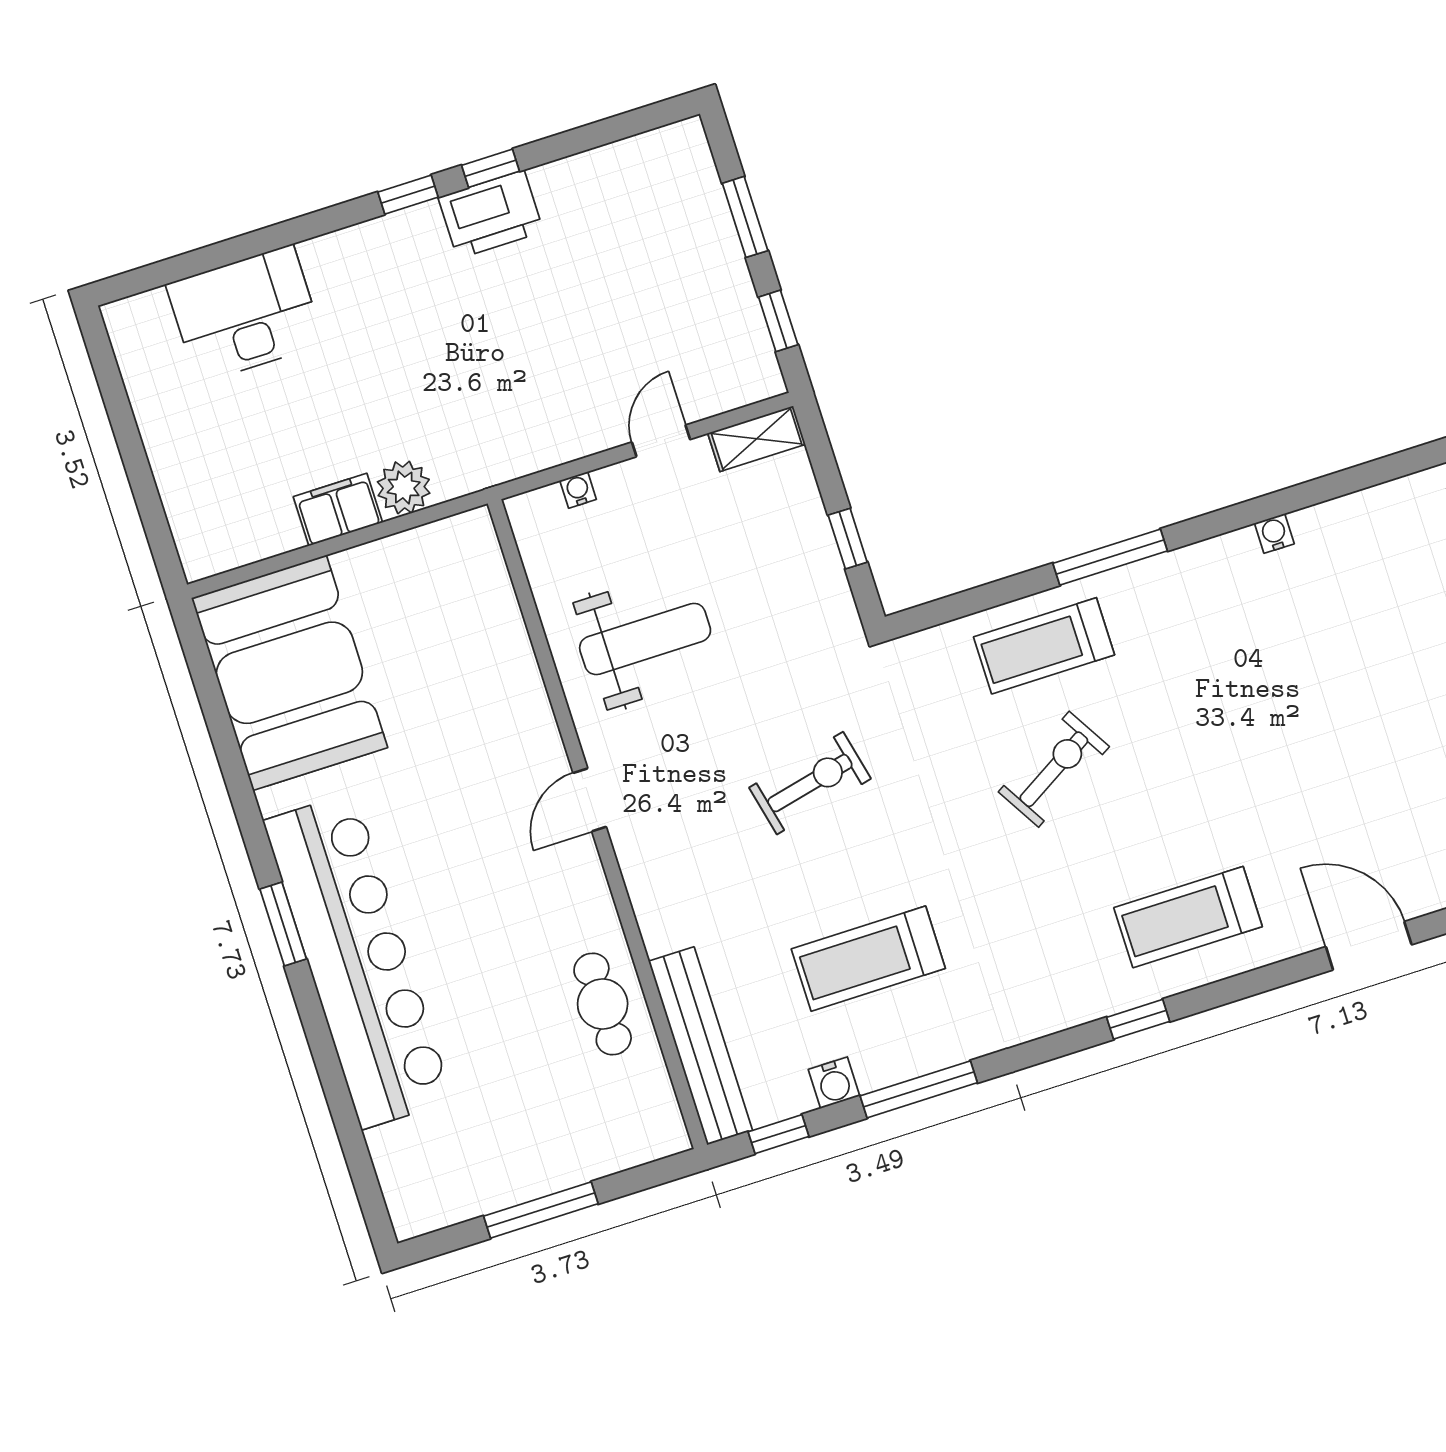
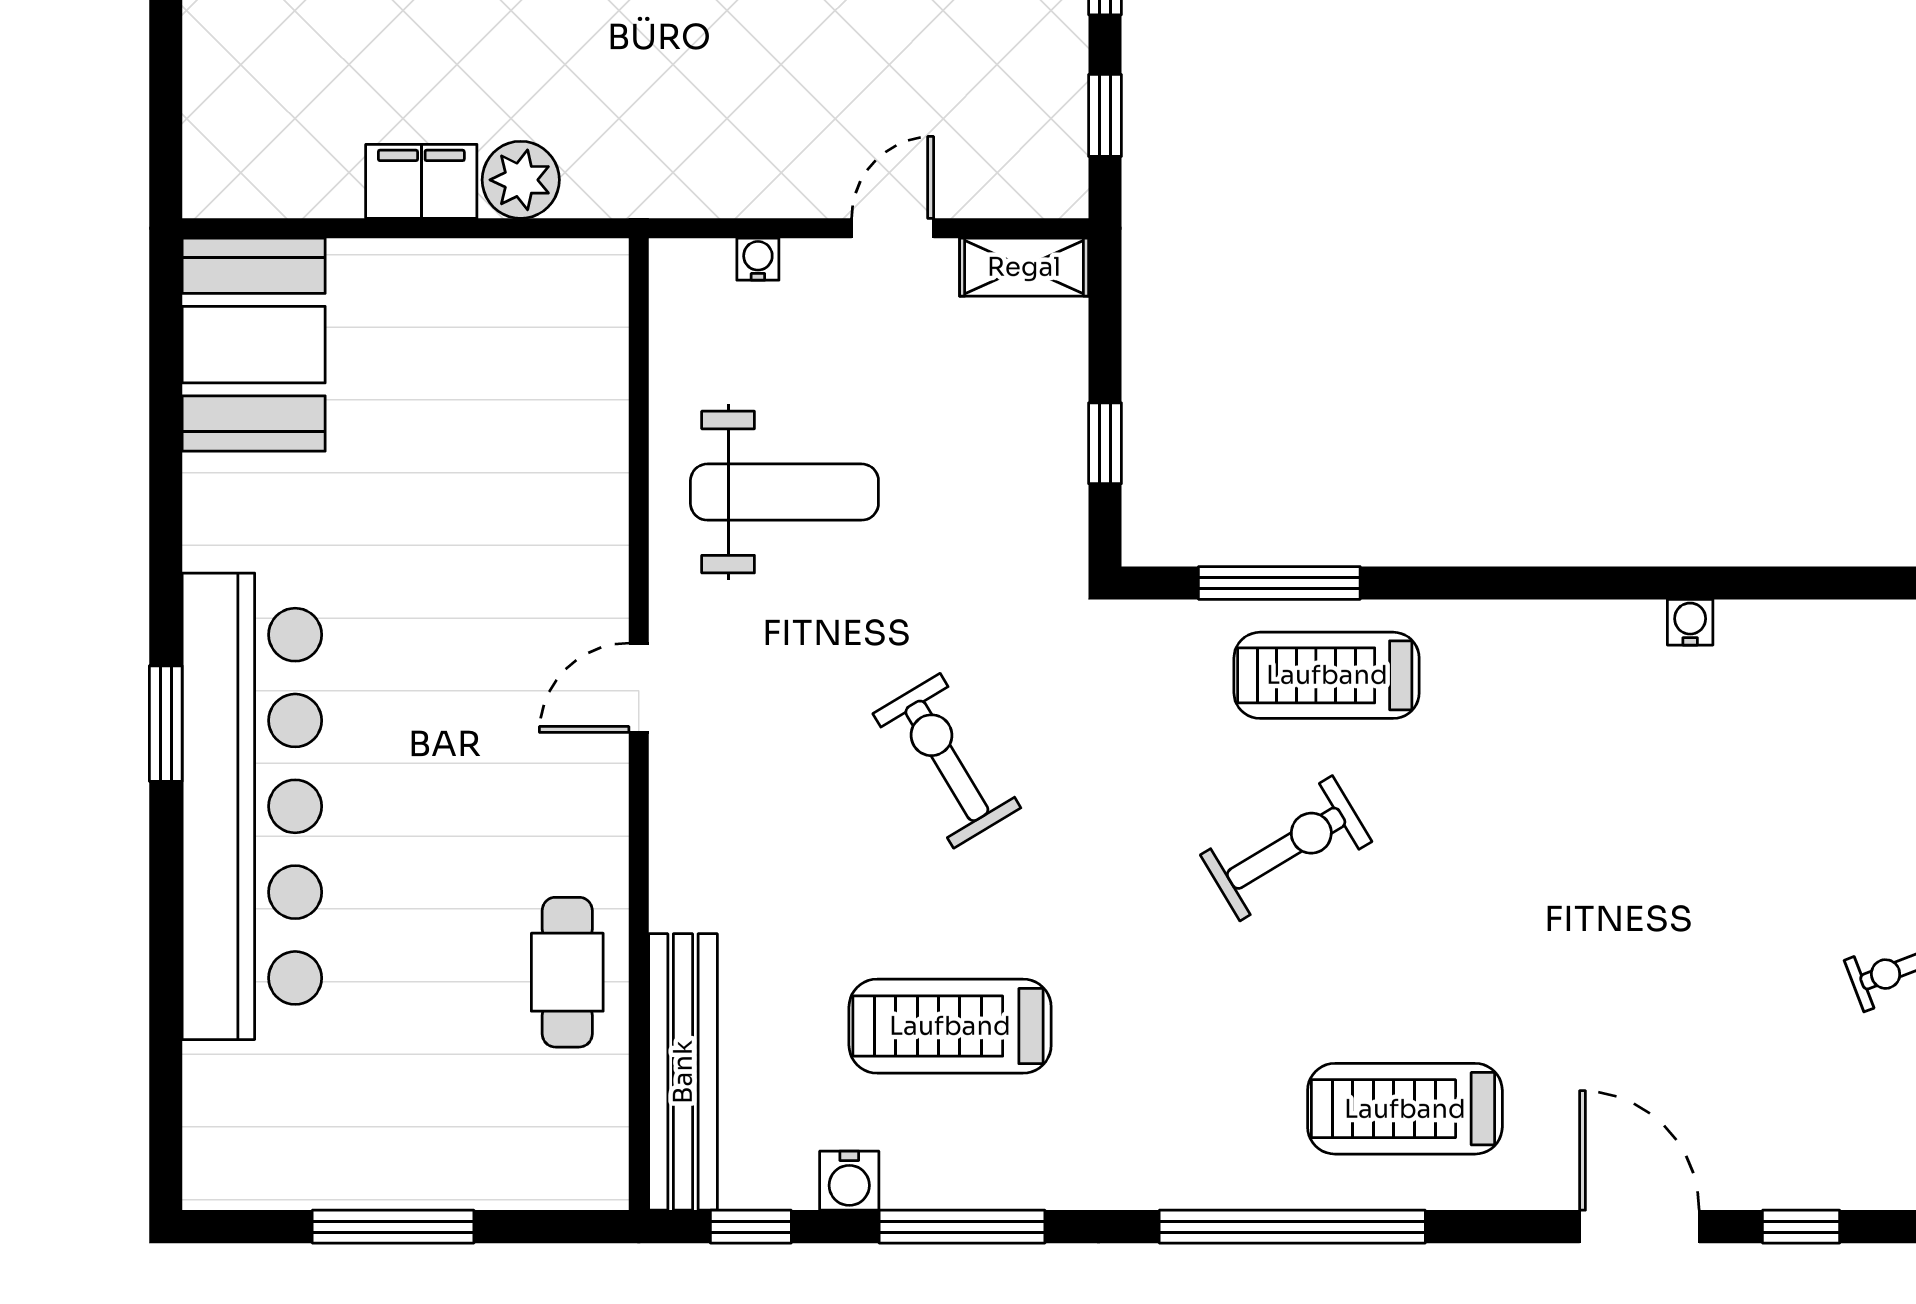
window: (1110, 557) -> (1279, 583), moved
booth: (289, 673) -> (254, 345), width x0.73, depth x0.70
exercise bike: (810, 783) -> (947, 761), turned -108
window: (1138, 1019) -> (1292, 1227), width x3.17

